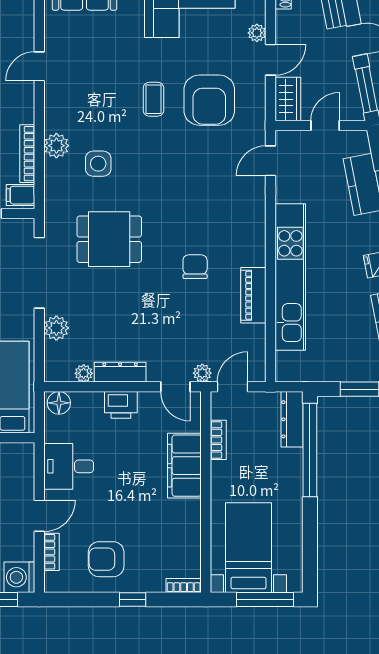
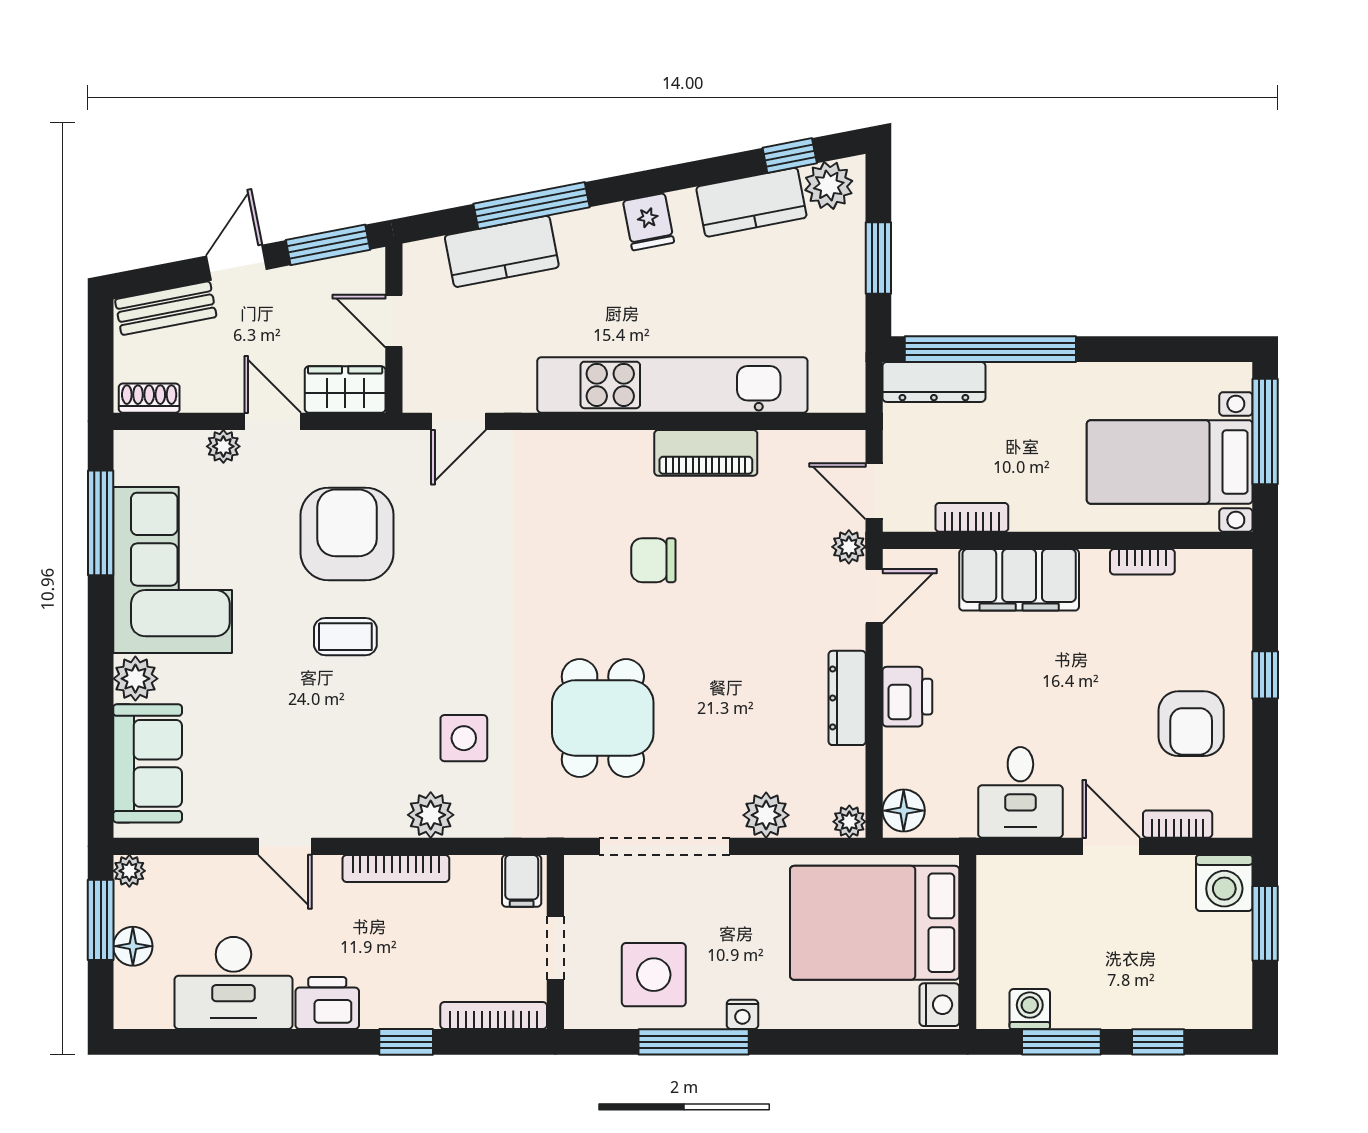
armchair: (209, 100) -> (347, 534), turned -90
bookcase: (27, 154) -> (396, 869), moved
door: (271, 161) -> (458, 421), hinge flipped
plant: (84, 373) -> (849, 822), moved
bookcase: (184, 585) -> (1142, 562), moved, turned -90

